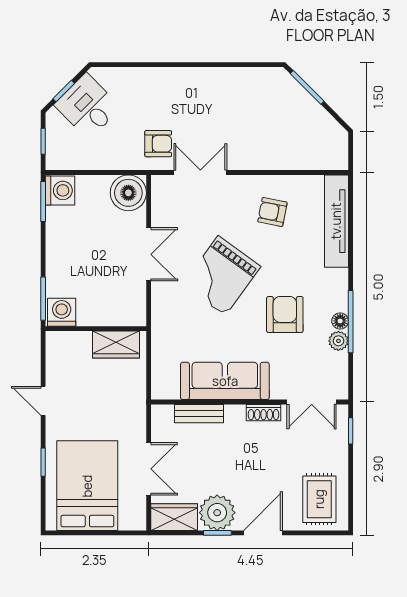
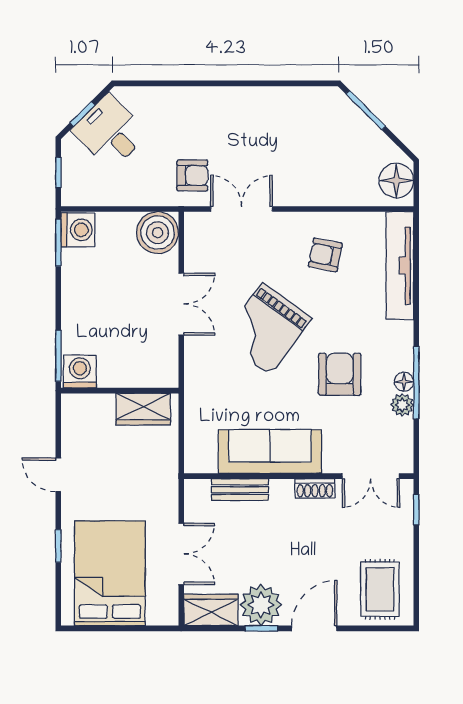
floor lamp: (333, 148) -> (396, 181), added

